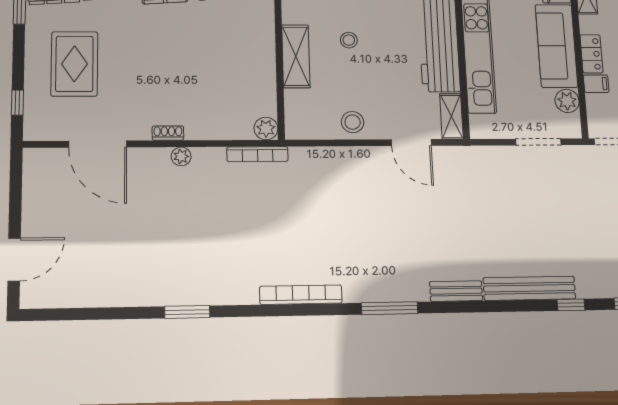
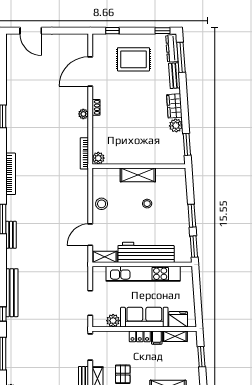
filing cabinet: (596, 84) -> (157, 338), moved
bench: (456, 291) -> (11, 235), moved

